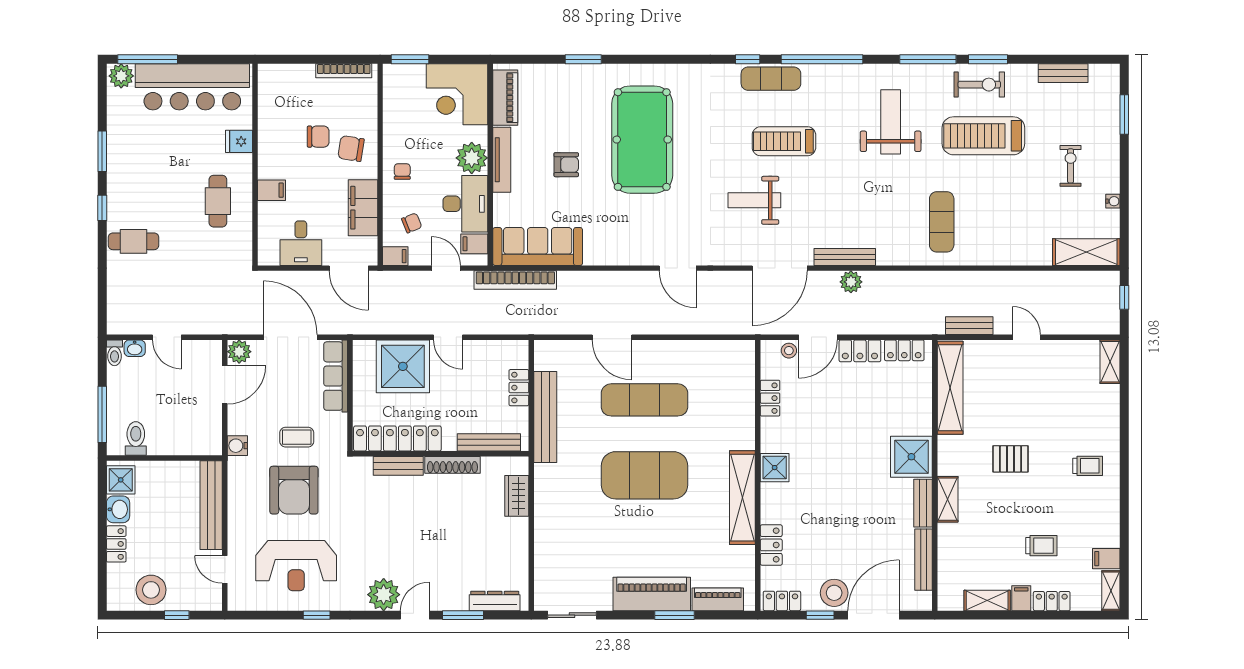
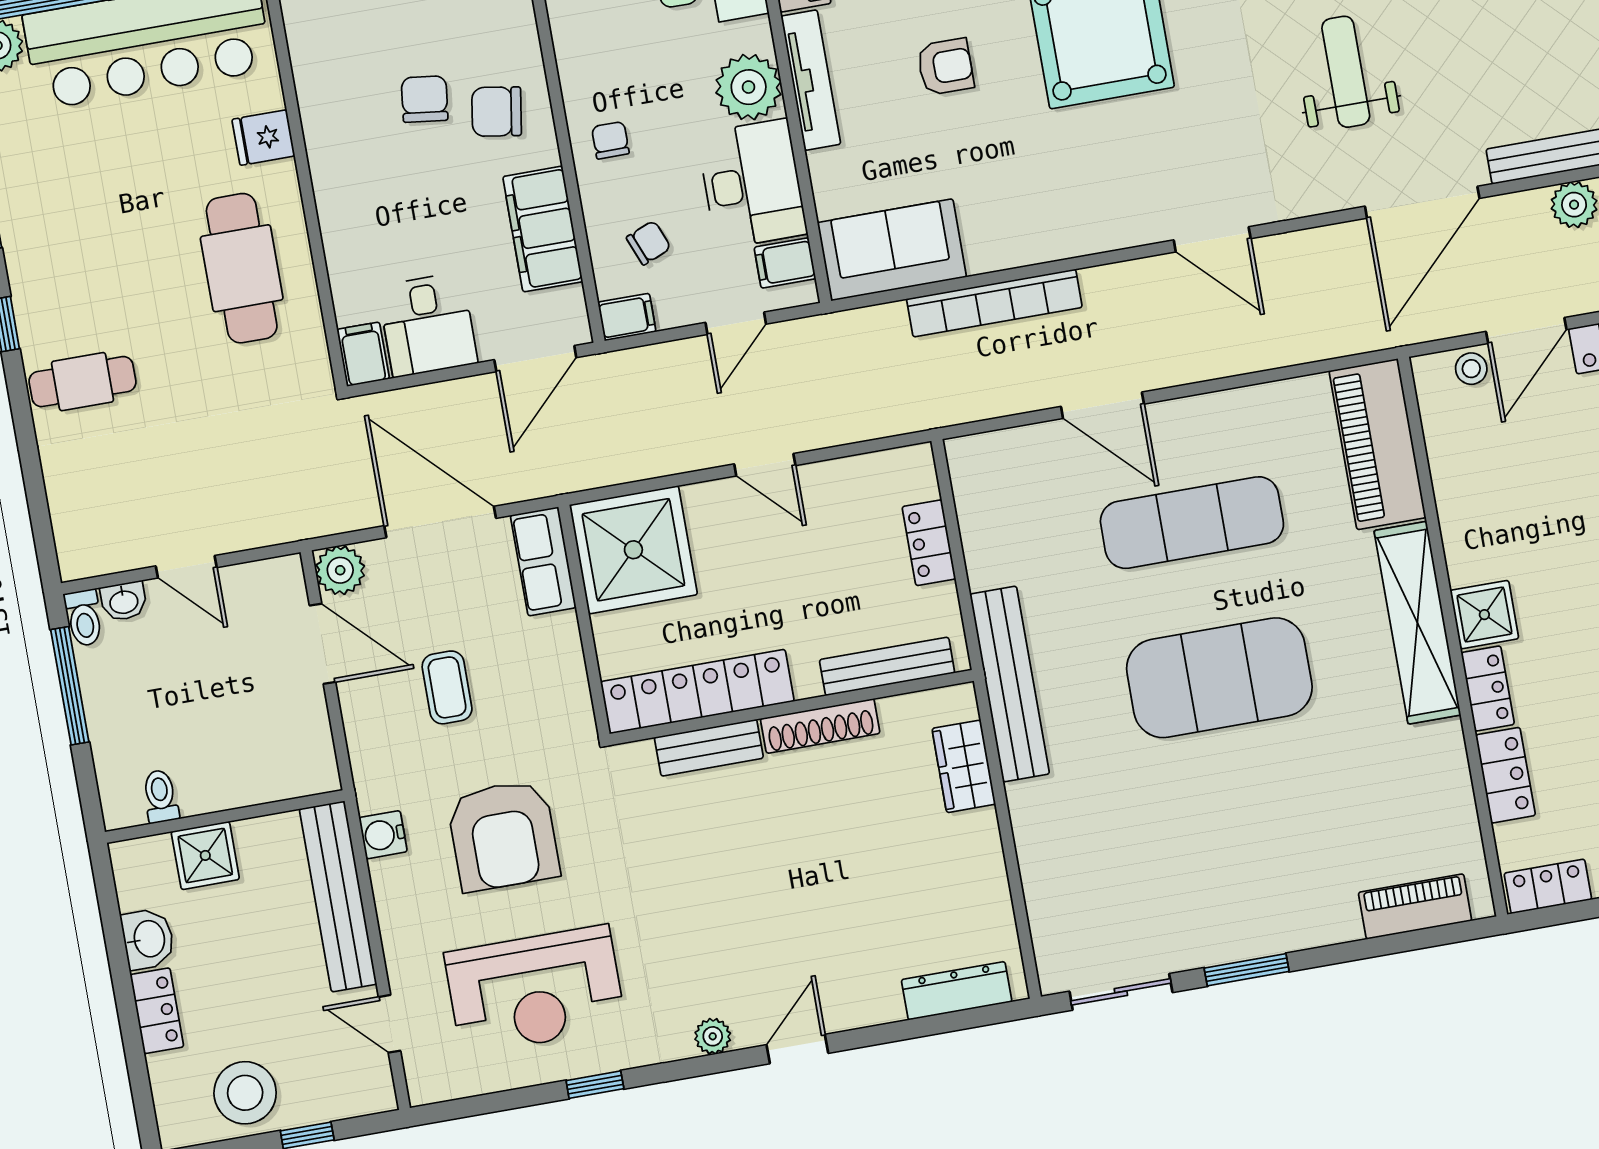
chair: (318, 137) -> (425, 99), turned -83
filing cabinet: (271, 190) -> (363, 354), moved, turned -90
weight bench: (754, 200) -> (1346, 72), turned 90
cafe table: (218, 201) -> (242, 268), width x1.37, depth x1.35
sofa: (538, 246) -> (892, 250), width x0.73
door: (349, 268) -> (535, 359), hinge flipped
door: (446, 268) -> (736, 323), swing flipped
bookcase: (515, 280) -> (994, 303), moved
shower: (403, 366) -> (633, 550), moved
row of seats: (336, 376) -> (543, 561), width x0.68
door: (225, 385) -> (323, 644), hinge flipped
locker: (770, 398) -> (1488, 689), moved
window: (102, 414) -> (70, 686), moved
bench: (545, 417) -> (1010, 684), moved
coffee table: (297, 437) -> (447, 687), moved, turned 90
toilet: (136, 438) -> (161, 796), width x0.73, depth x0.72
water cooler: (237, 446) -> (383, 835), moved
shower: (121, 480) -> (205, 855), moved
shelving: (742, 498) -> (1417, 623), moved
piano: (652, 594) -> (1377, 444), moved, turned -90
plant: (384, 595) -> (713, 1036), width x0.53, depth x0.53
window: (463, 615) -> (897, 1031), removed
window: (674, 615) -> (1247, 970), moved

